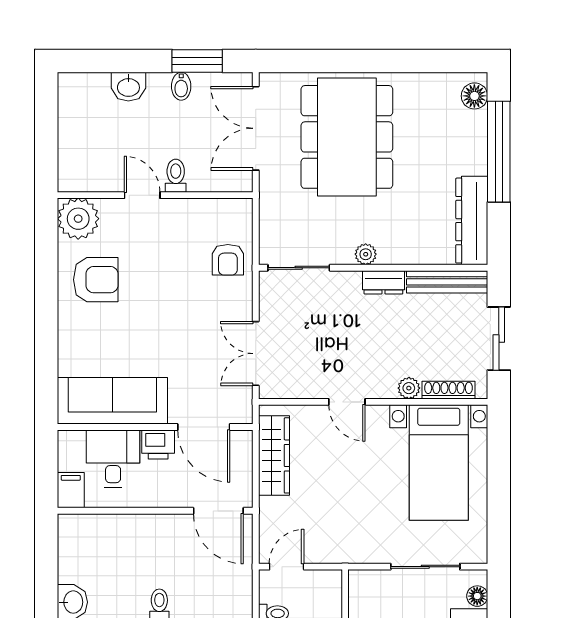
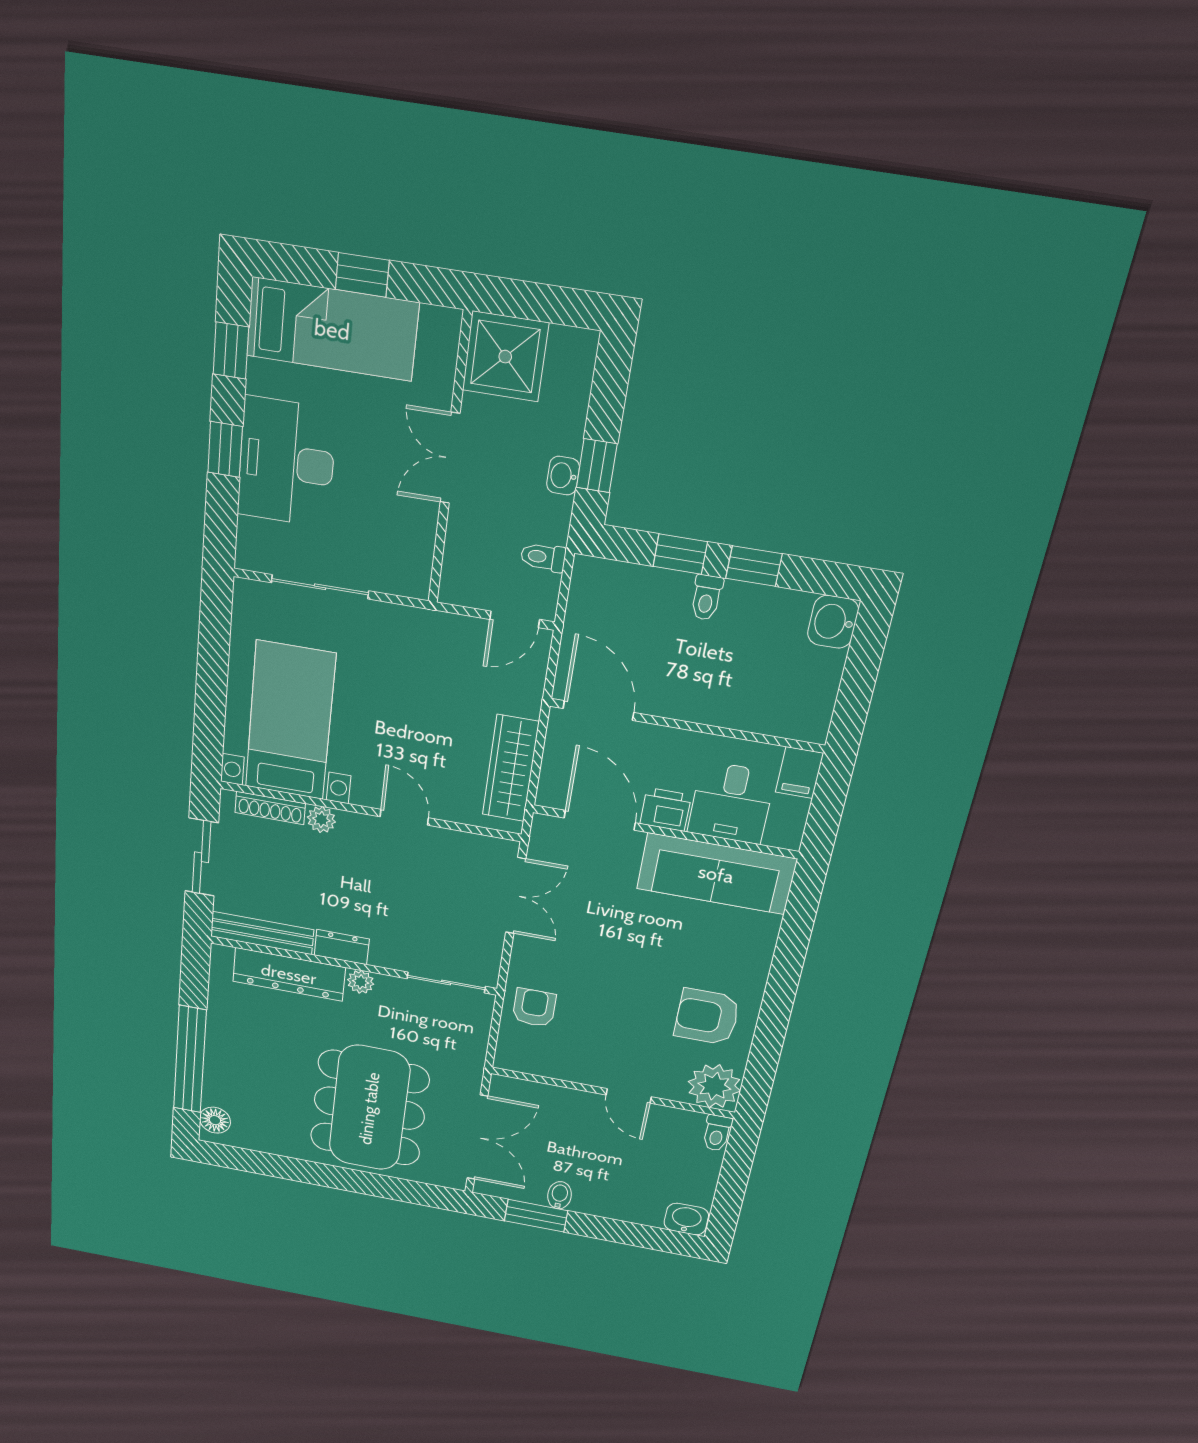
washbasin: (128, 87) -> (686, 1219), moved
toilet: (176, 176) -> (717, 1133), moved
dresser: (472, 221) -> (289, 974), moved, turned 90
floor lamp: (477, 596) -> (251, 534), removed

